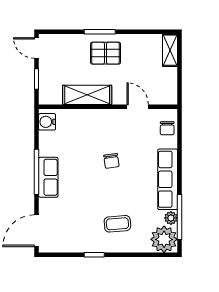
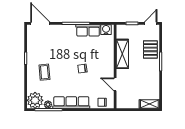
pallet: (105, 53) -> (150, 49), moved
door: (138, 107) -> (115, 84), swing flipped
row of seats: (48, 177) -> (88, 30), moved

